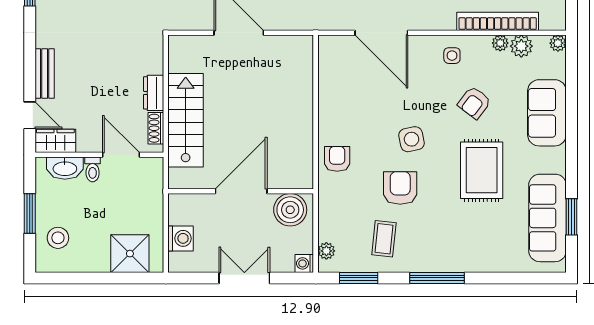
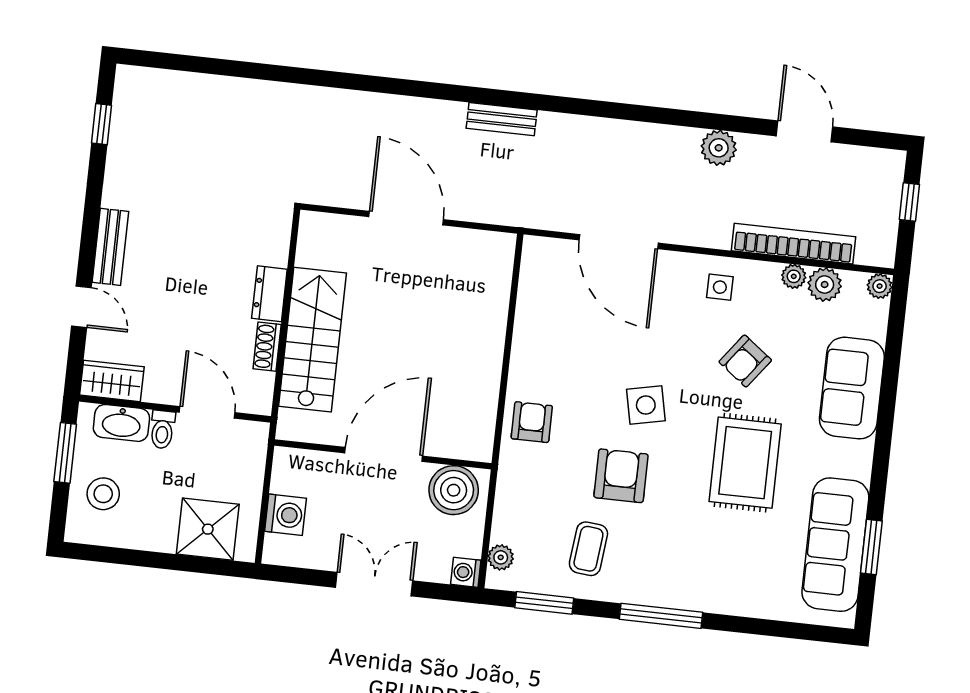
wardrobe: (55, 141) -> (112, 381), moved
wall: (99, 155) -> (175, 409), moved
door: (121, 155) -> (207, 412), moved
washbasin: (65, 168) -> (121, 423), moved
toilet: (93, 169) -> (162, 429), moved

